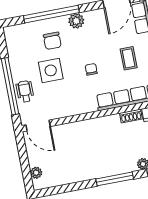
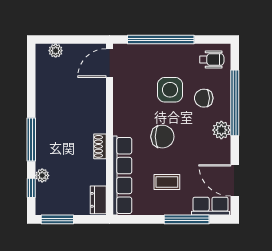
chair: (91, 69) -> (162, 137), width x1.87, depth x1.87
wheelchair: (25, 91) -> (212, 60), moved
shoe rack: (131, 116) -> (100, 146), moved

